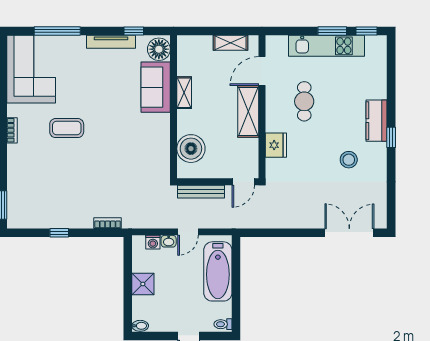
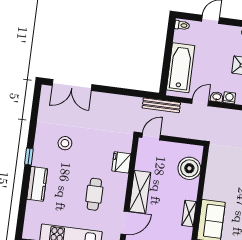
kitchen counter: (377, 121) -> (37, 184), moved
bench: (201, 192) -> (161, 105), moved

